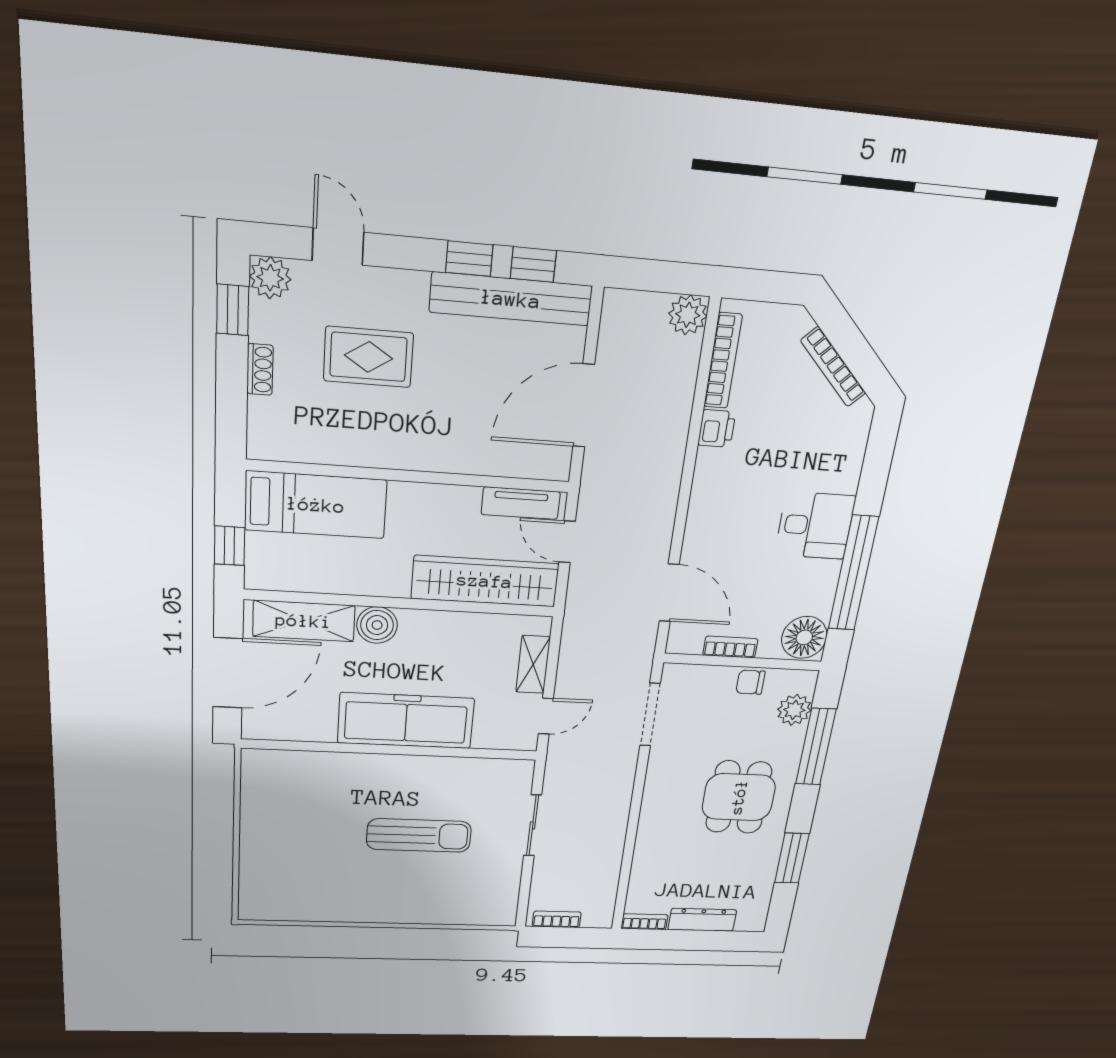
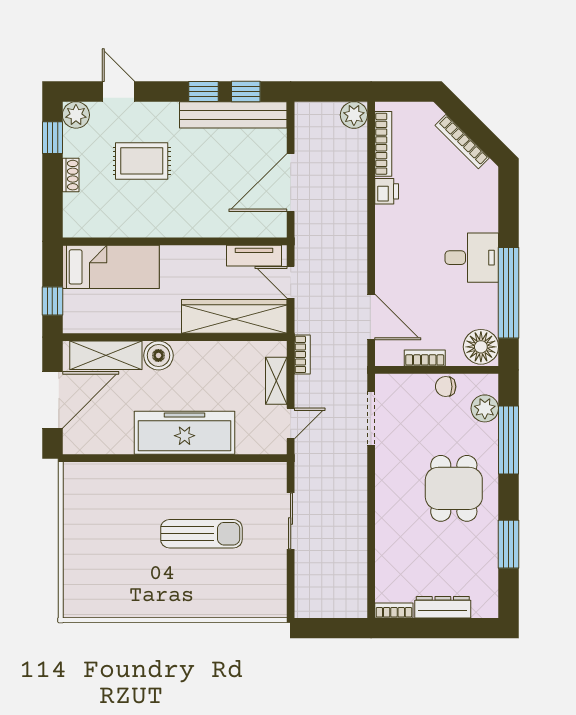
bookcase: (557, 919) -> (302, 354), moved, turned 90

